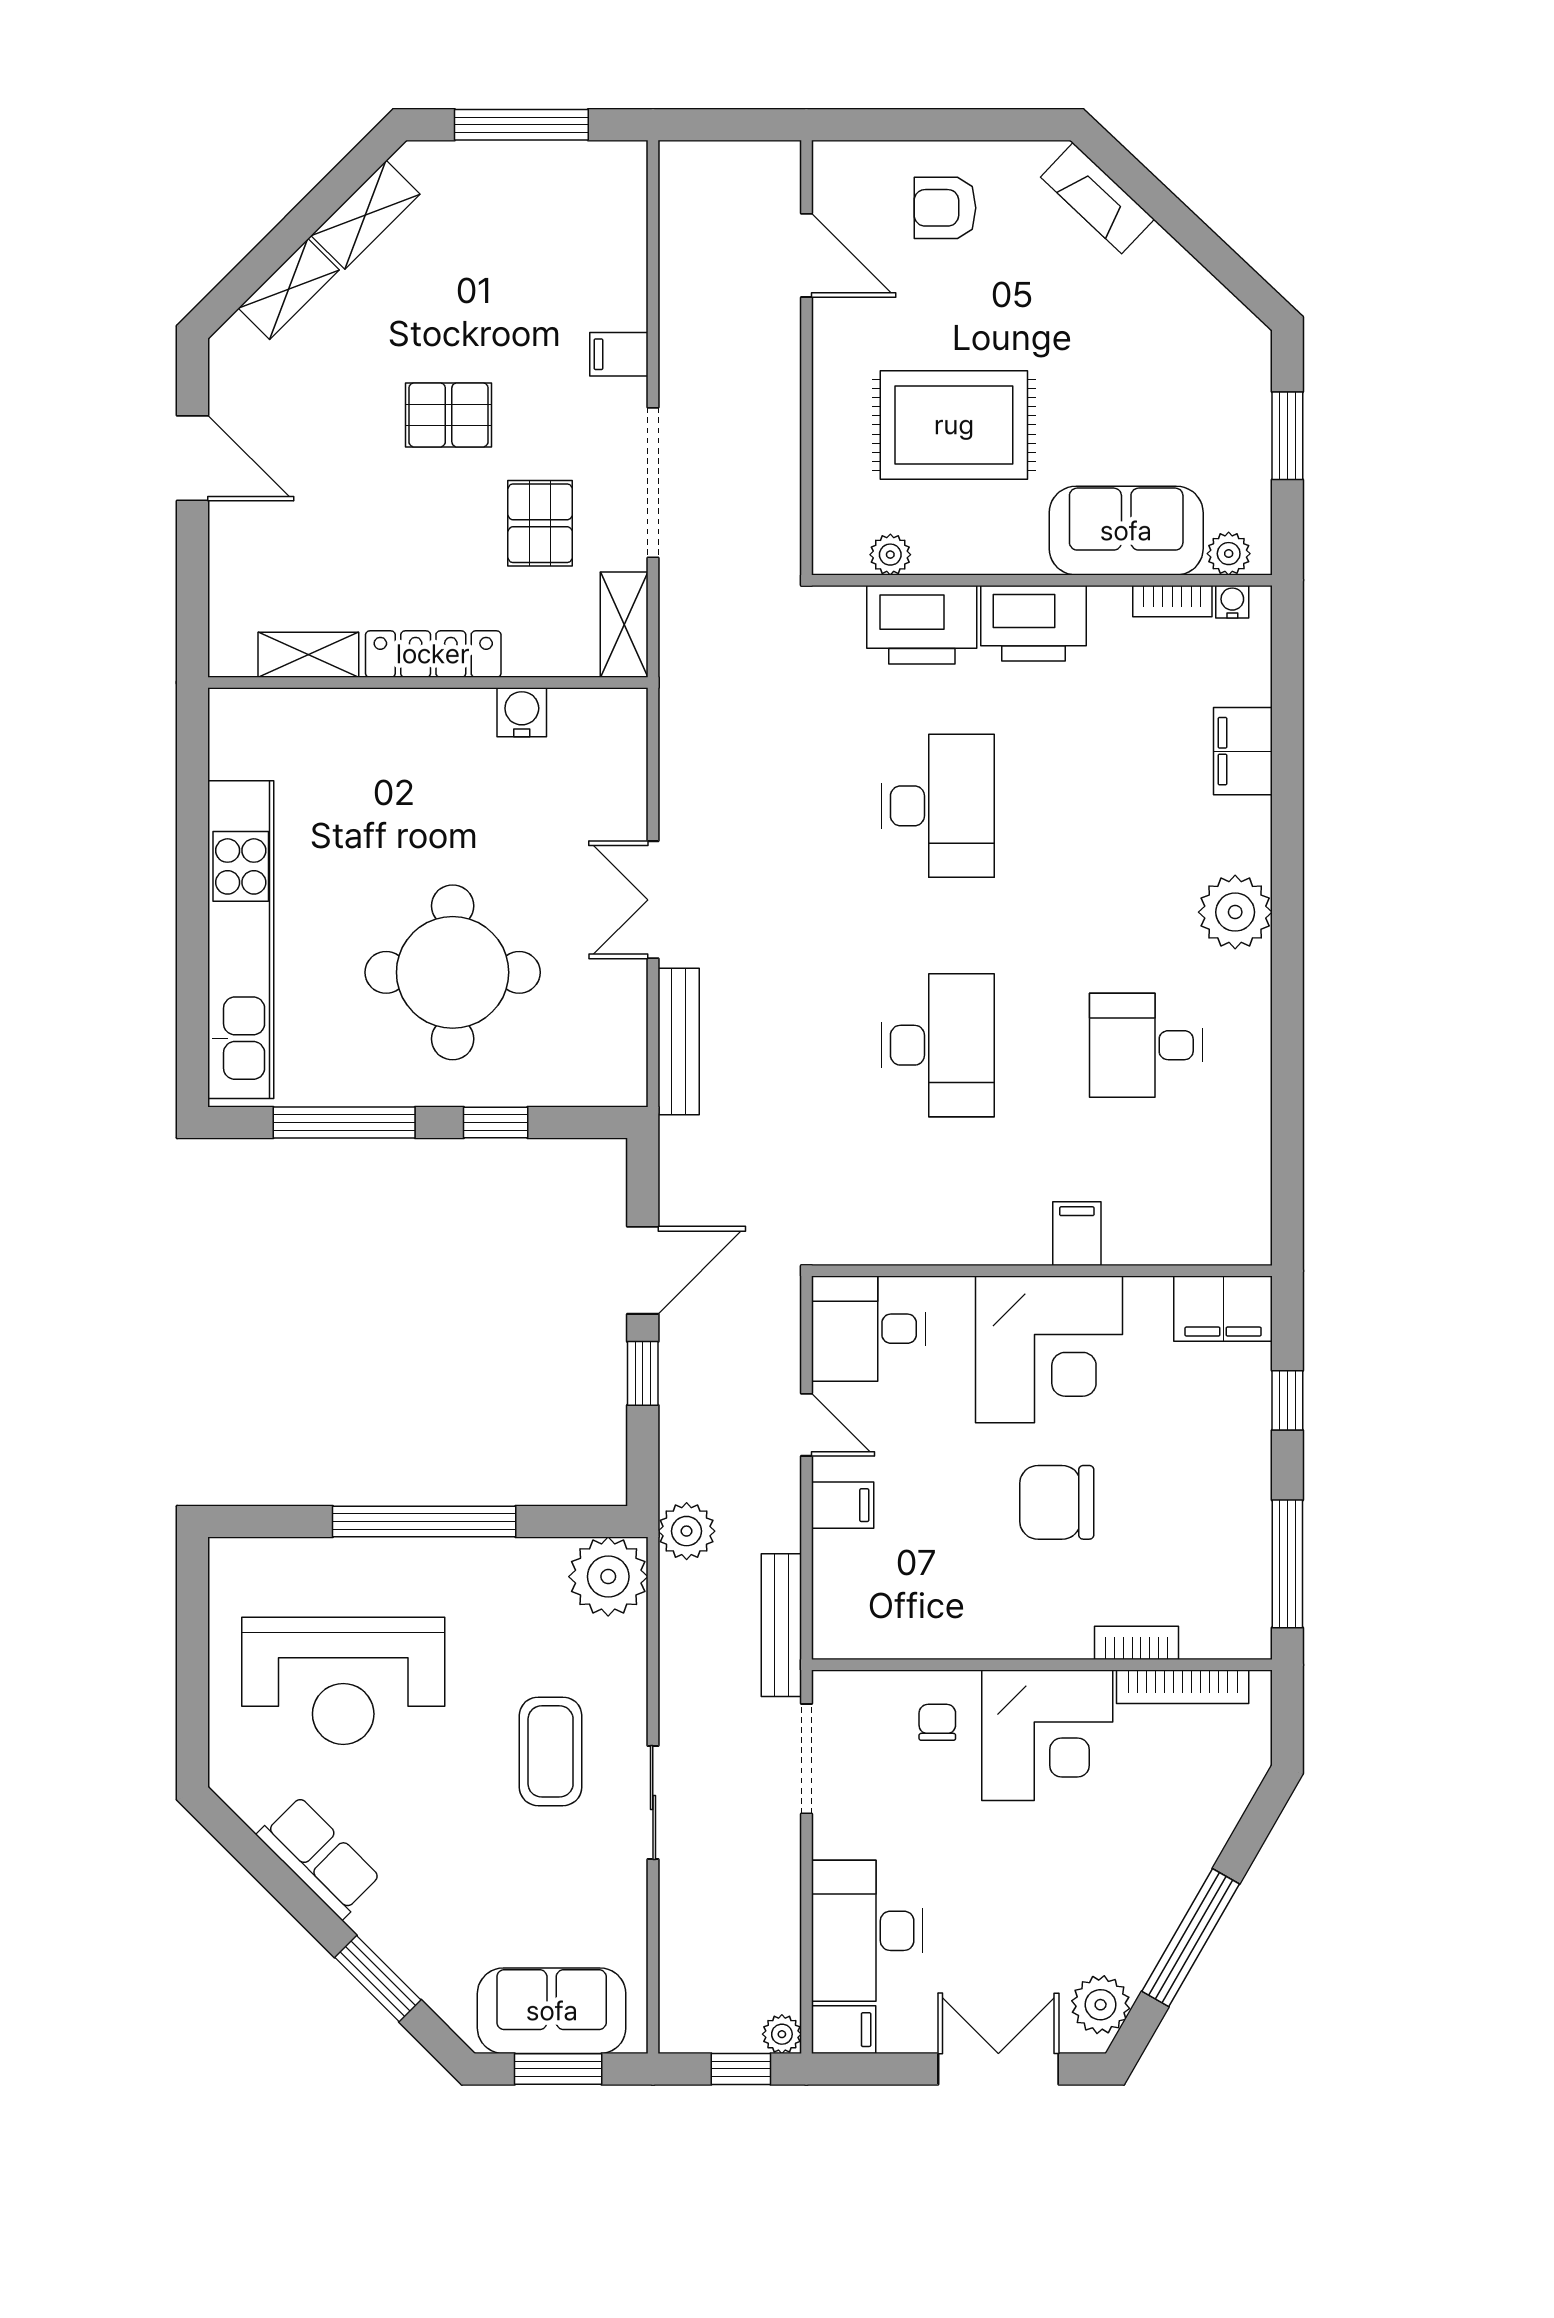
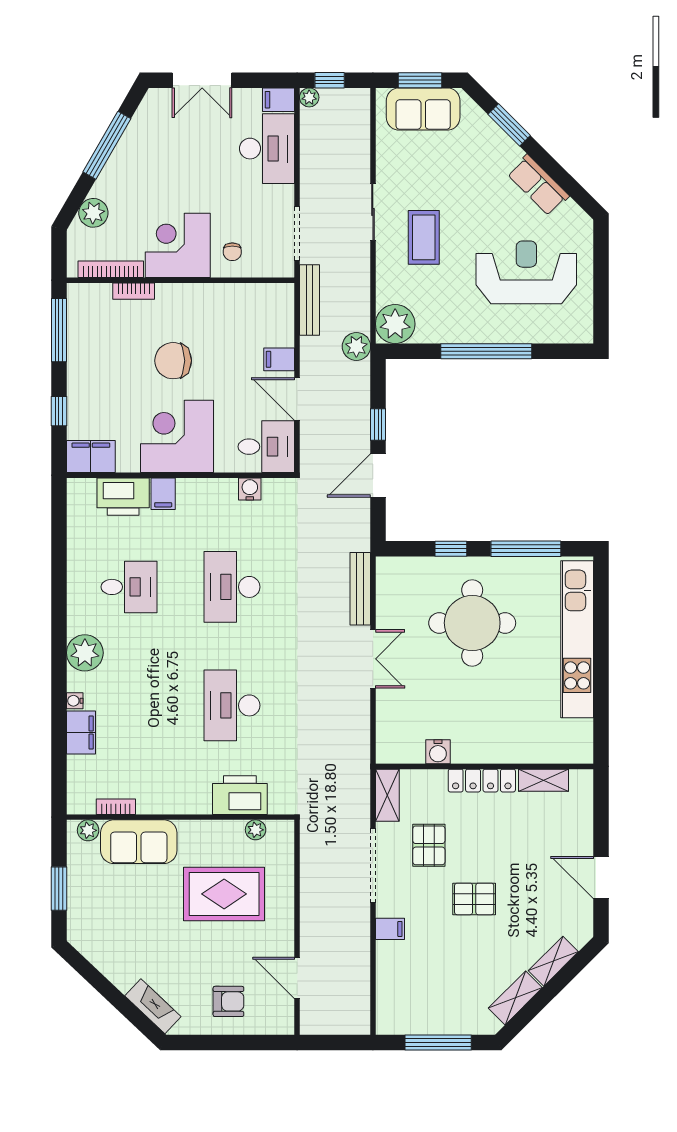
water cooler: (1232, 602) -> (75, 701), moved, turned 90
printer: (1034, 623) -> (123, 497), moved, turned 180
water cooler: (902, 1243) -> (250, 489), added
door: (806, 1425) -> (297, 399), width x1.38
chair: (1057, 1502) -> (173, 361), turned 180
plant: (1101, 2005) -> (93, 213), moved

